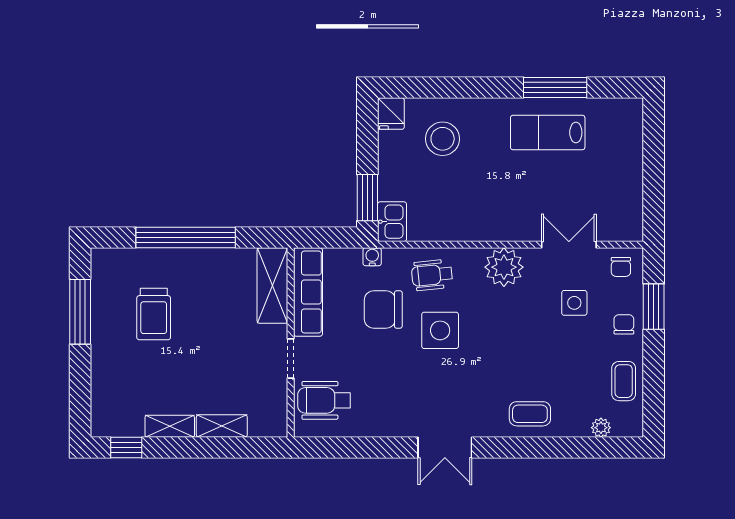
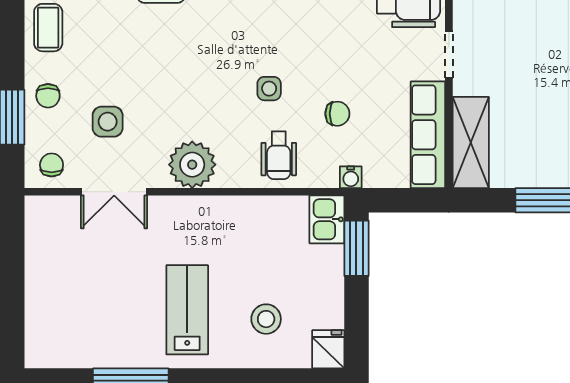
lab bench: (548, 132) -> (187, 310), moved, turned -90
stool: (443, 139) -> (266, 319), width x0.73, depth x0.73
wheelchair: (432, 275) -> (279, 155), turned 96
chair: (383, 309) -> (337, 114), width x0.54, depth x0.54
side table: (440, 330) -> (269, 89), width x0.54, depth x0.54

